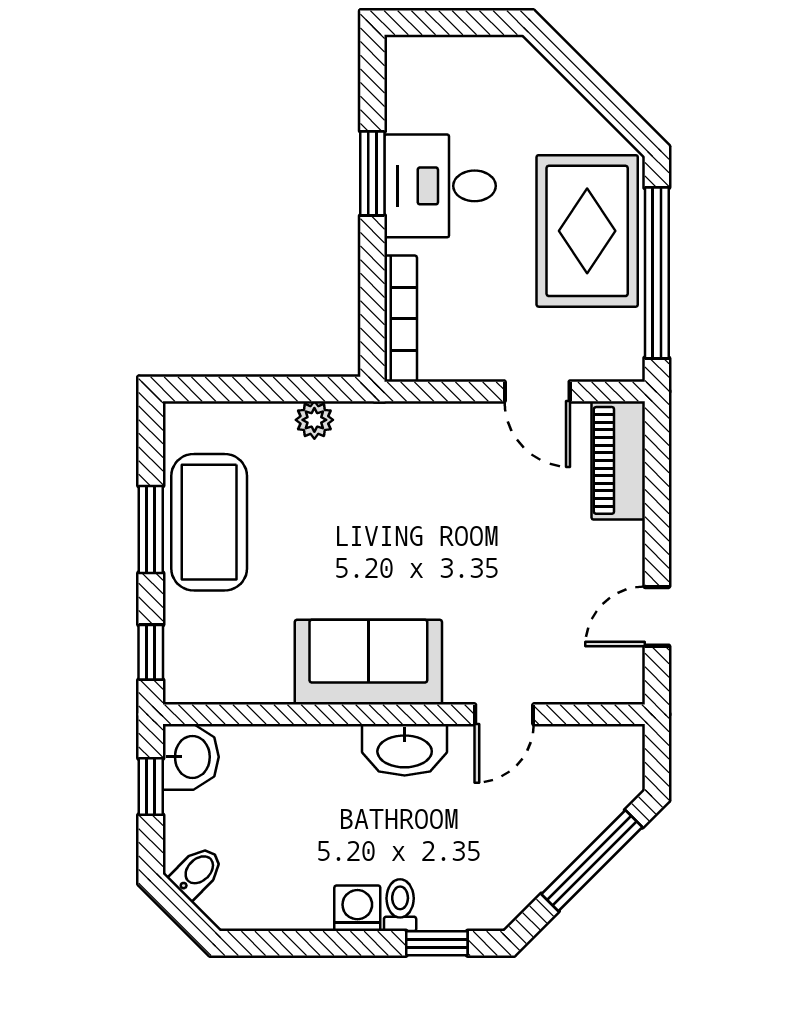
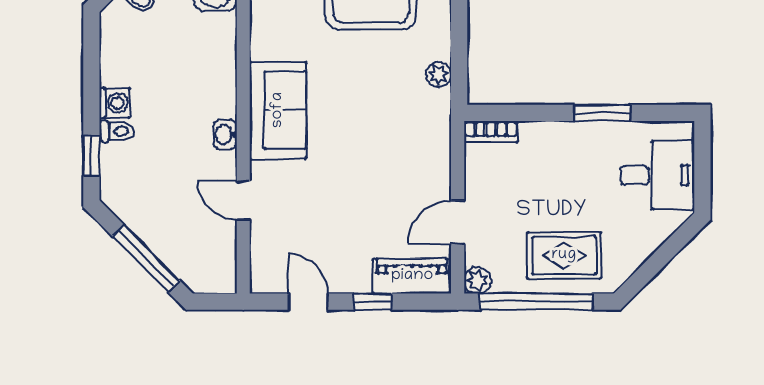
desk: (440, 186) -> (657, 175), moved, turned 90
rug: (587, 231) -> (564, 255), width x0.73, depth x0.70
bookcase: (401, 319) -> (491, 132), width x0.64
plant: (625, 361) -> (477, 280), added
window: (657, 519) -> (373, 302), added
washbasin: (405, 750) -> (225, 134), width x0.52, depth x0.69

